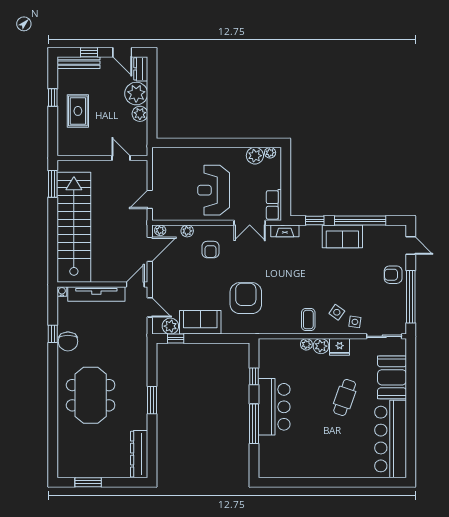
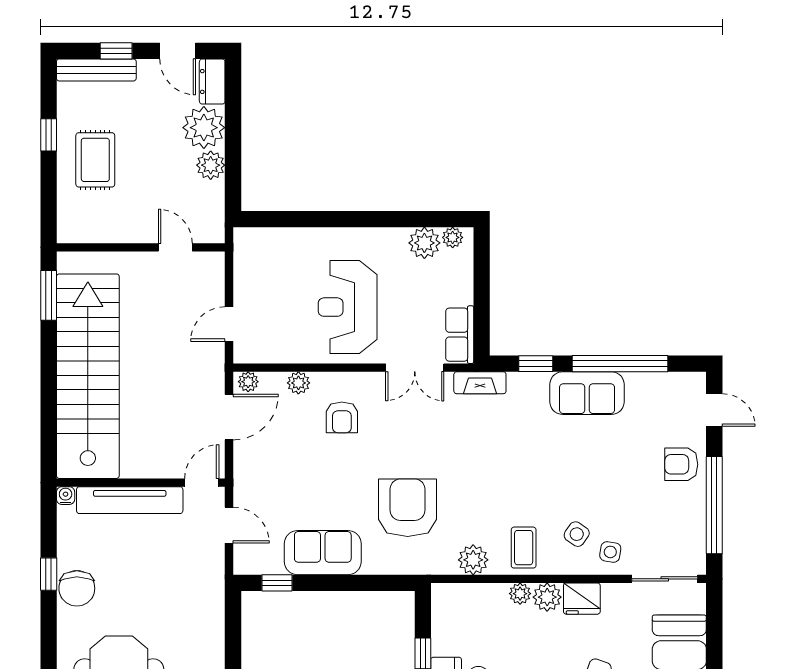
plant: (170, 326) -> (473, 560), moved

